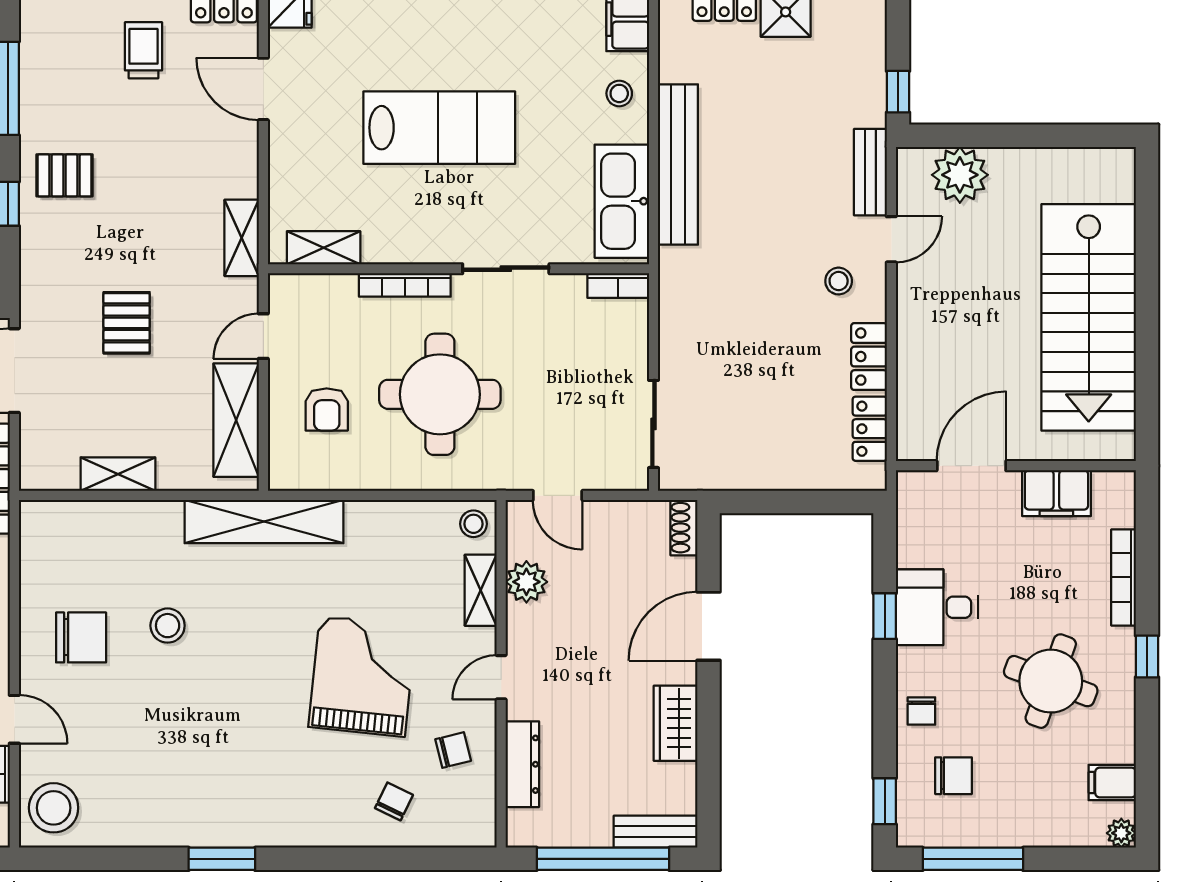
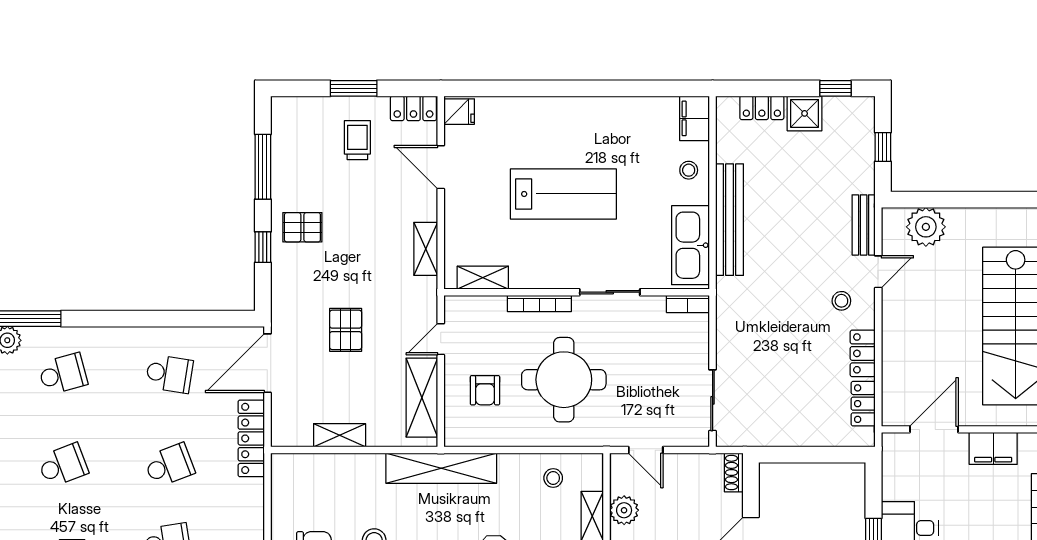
window: (898, 92) -> (883, 147), moved
shelving: (242, 238) -> (426, 249), moved
stool: (474, 524) -> (553, 478), moved

